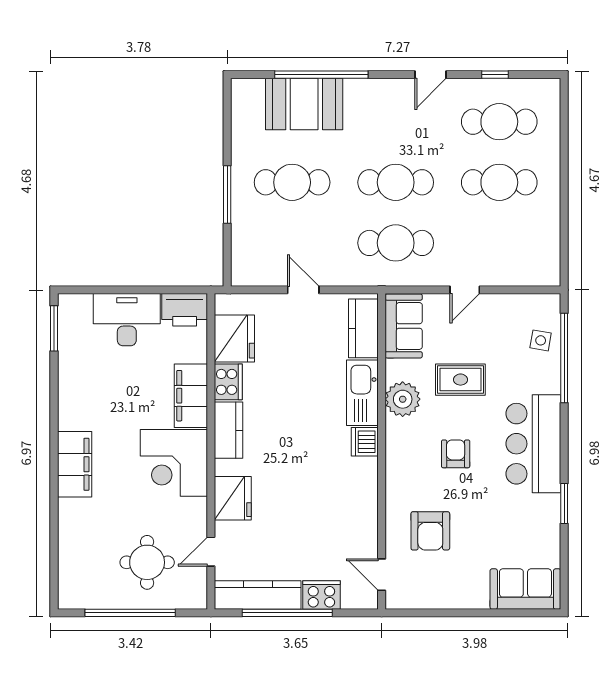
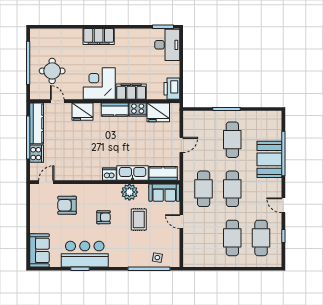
booth: (304, 104) -> (269, 159), moved
desk: (127, 320) -> (167, 45), moved
bar counter: (533, 444) -> (85, 254), moved

